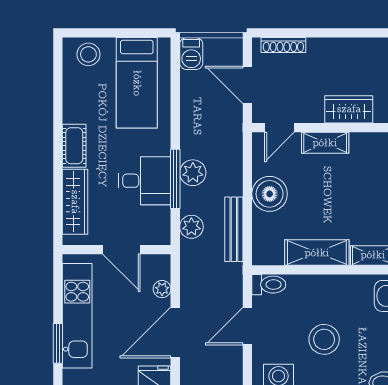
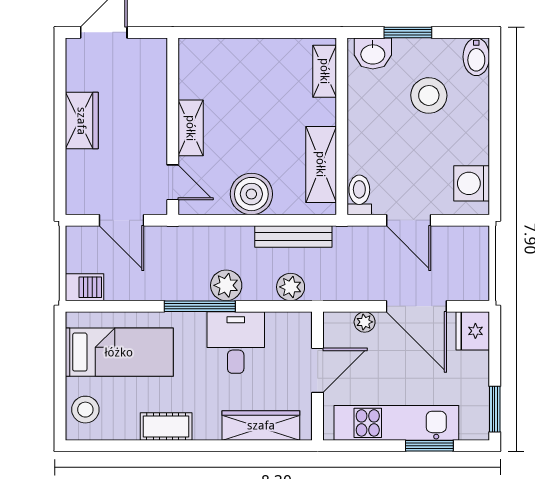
shoe rack: (283, 45) -> (74, 178), removed
door: (247, 85) -> (122, 220), hinge flipped
wardrobe: (349, 109) -> (82, 121), moved, turned 180
cot: (74, 146) -> (166, 426), moved
window: (175, 179) -> (200, 306), moved
shelving: (317, 253) -> (321, 164), moved
stool: (324, 339) -> (429, 95), moved

